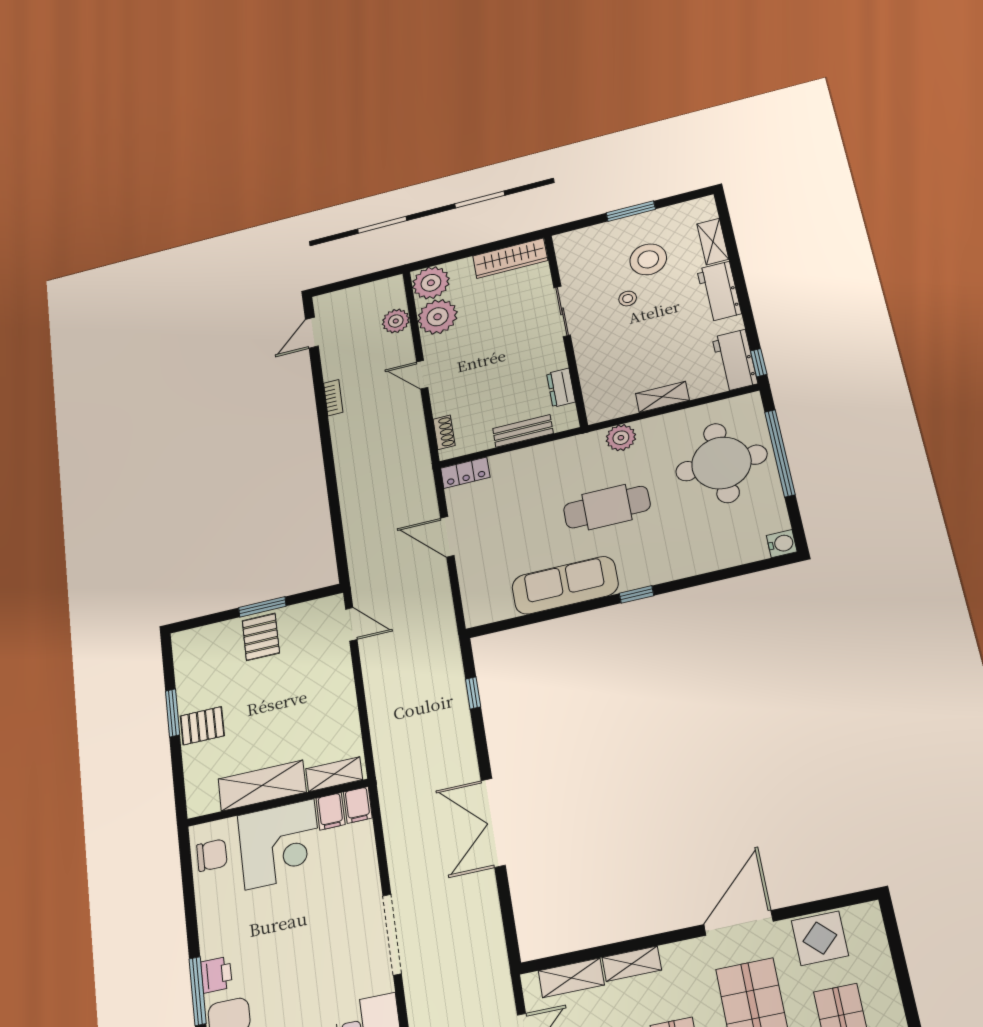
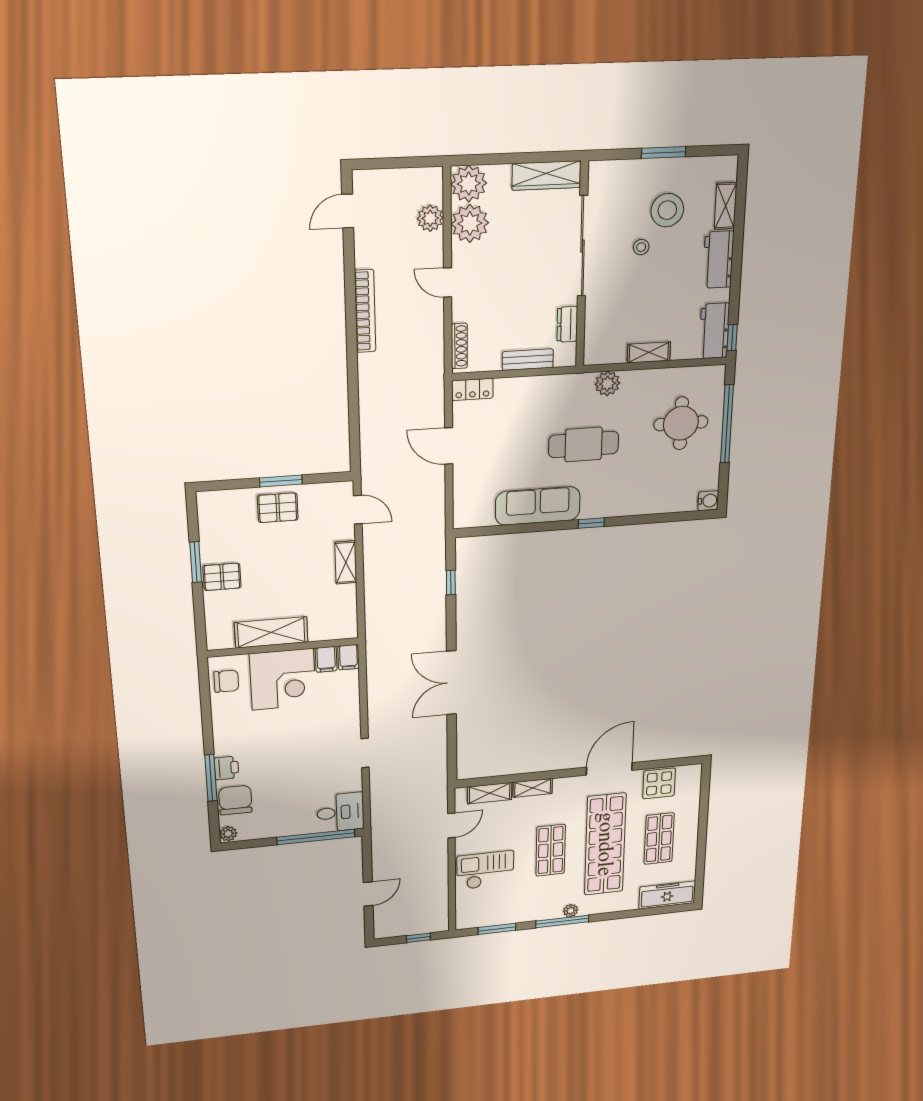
sliding door: (562, 311) -> (583, 246), width x1.86
bookcase: (333, 398) -> (365, 311), width x2.31, depth x1.31
shoe rack: (444, 432) -> (459, 346), width x1.43
round table: (721, 463) -> (681, 423), width x0.73, depth x0.73
pallet: (261, 637) -> (278, 508), turned 90
shelving: (334, 774) -> (346, 562), moved, turned 90
doorway: (392, 934) -> (365, 753), width x0.53

